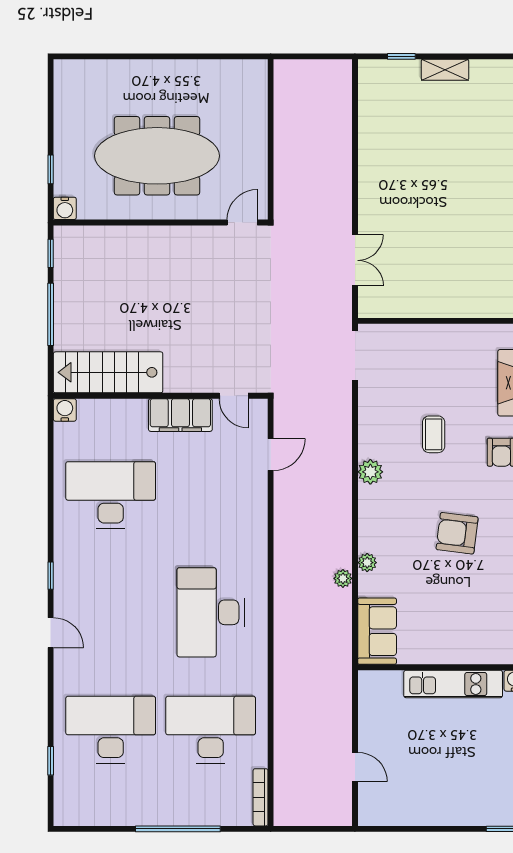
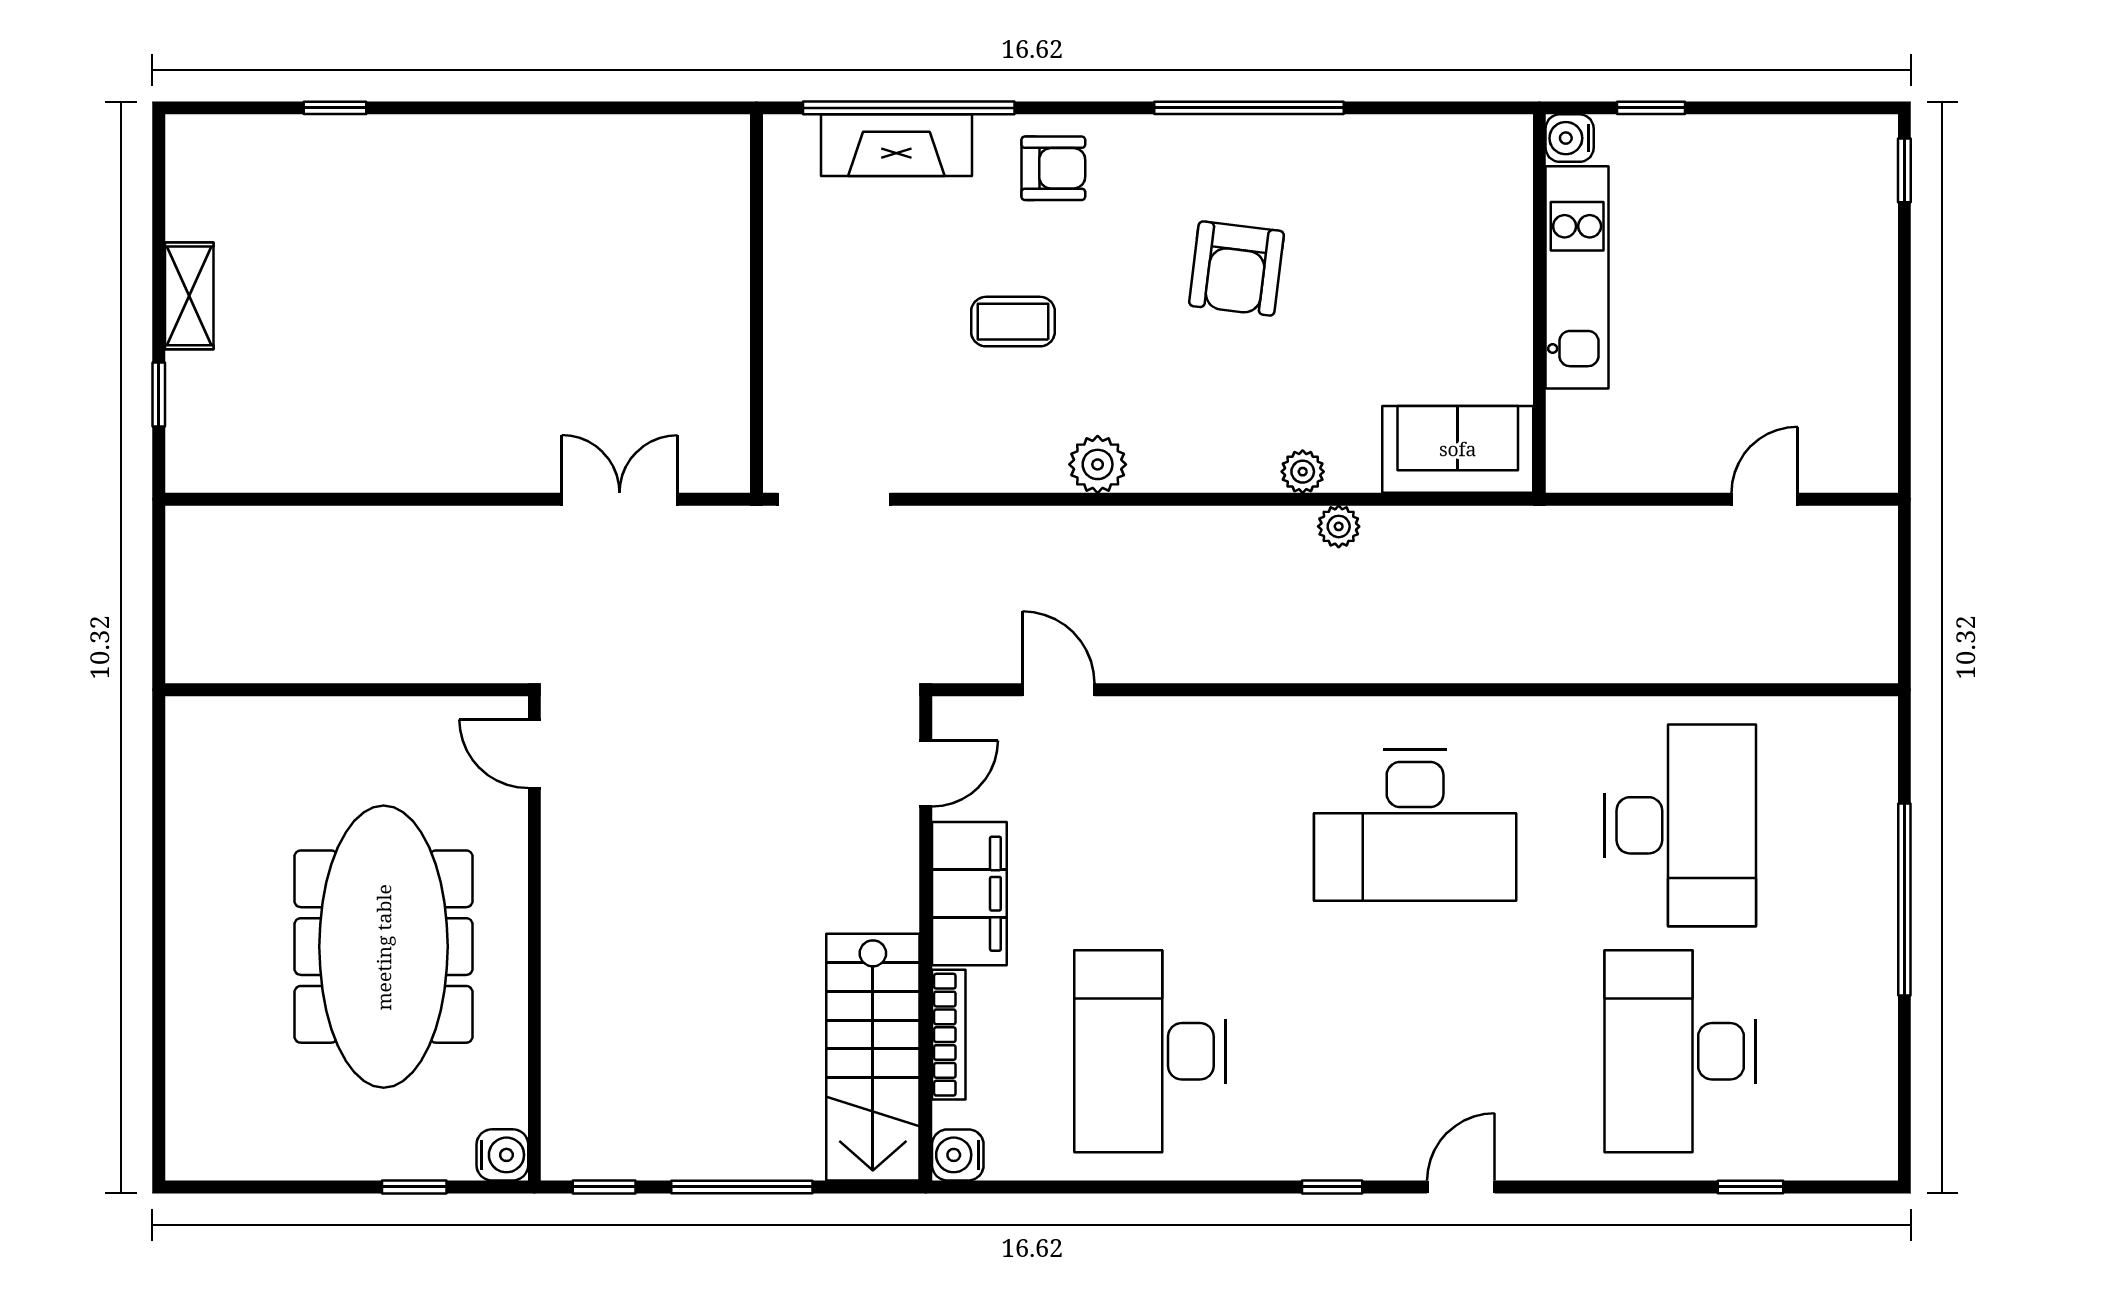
desk: (211, 730) -> (1680, 825), turned 180
bookcase: (261, 797) -> (949, 1035), moved, turned -90

